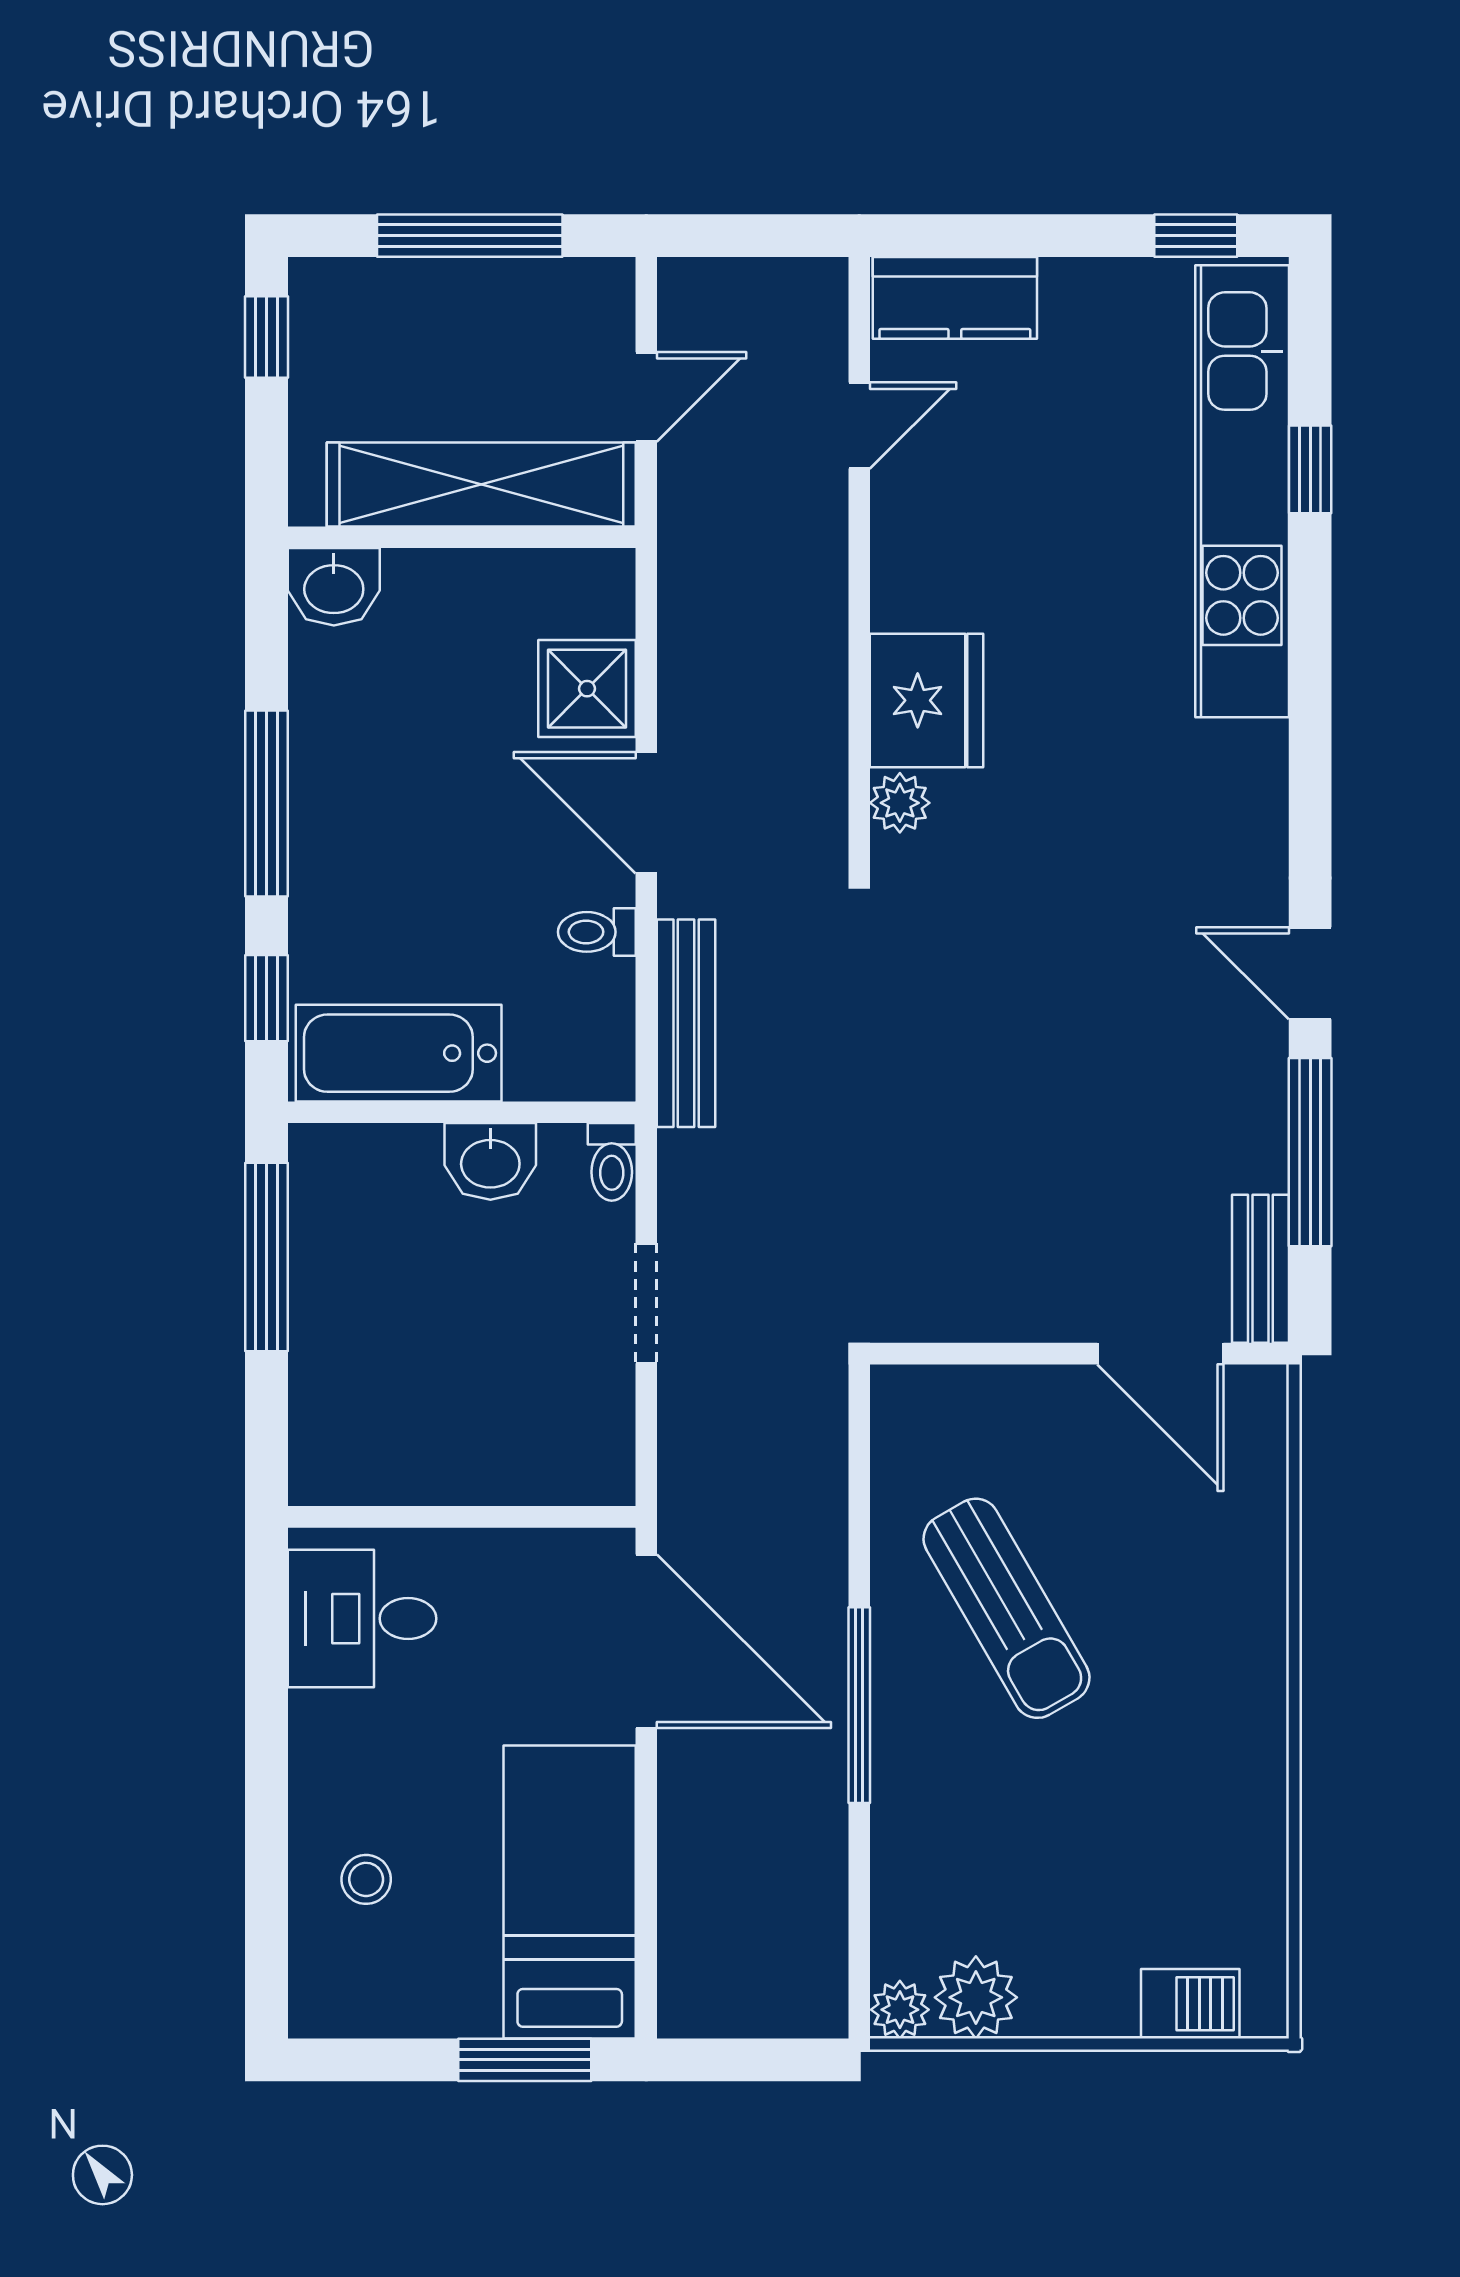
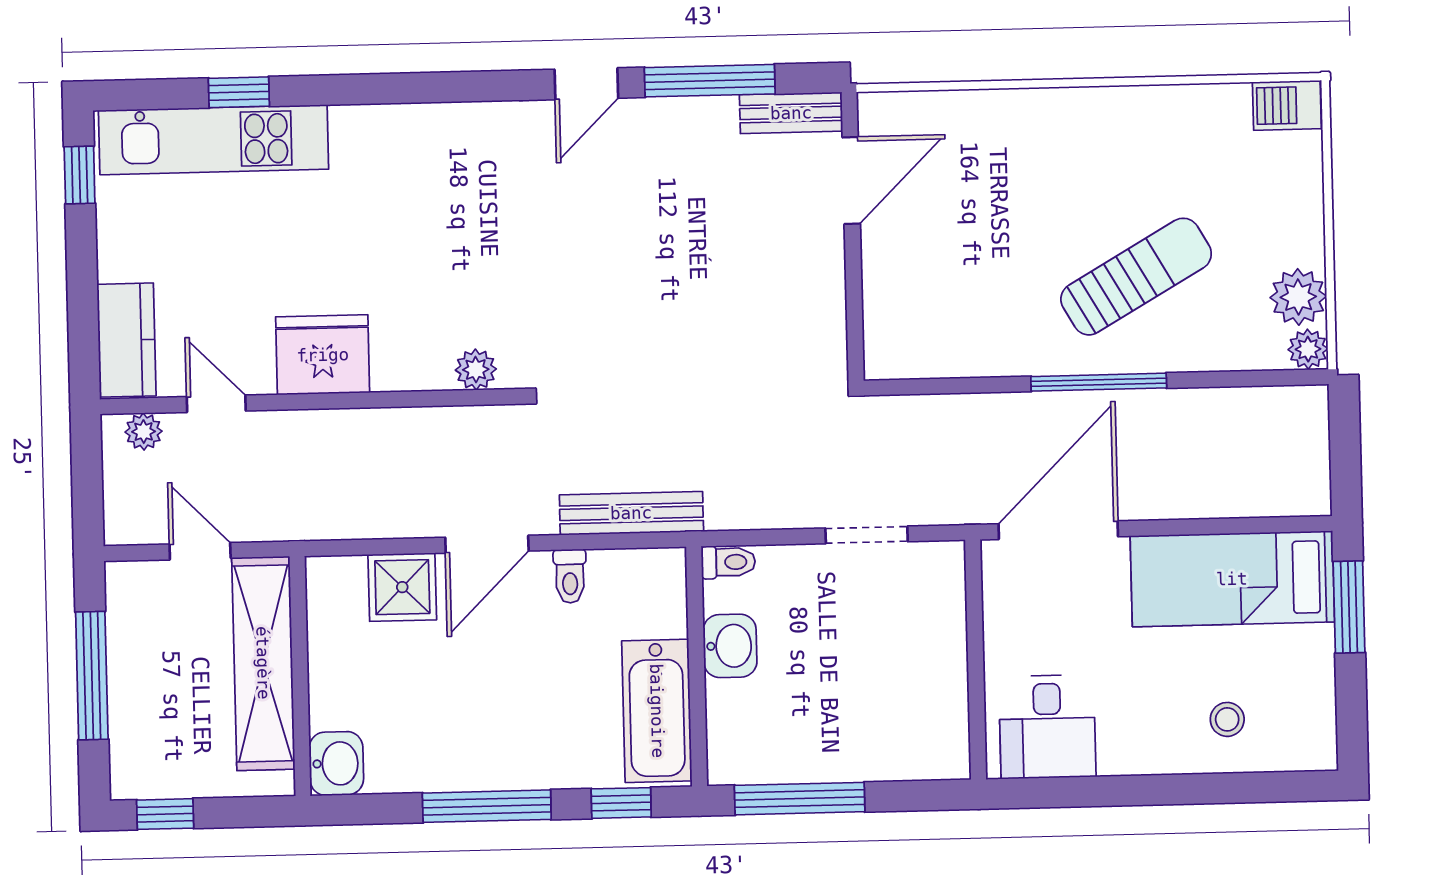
plant: (822, 319) -> (144, 432), added
kitchen unit: (1242, 491) -> (214, 140), width x0.73
fridge: (927, 700) -> (323, 355), moved
doorway: (646, 1303) -> (867, 535), moved
sun lounger: (1006, 1608) -> (1136, 277), moved
barbecue: (1190, 2004) -> (1287, 105), moved, turned -90

